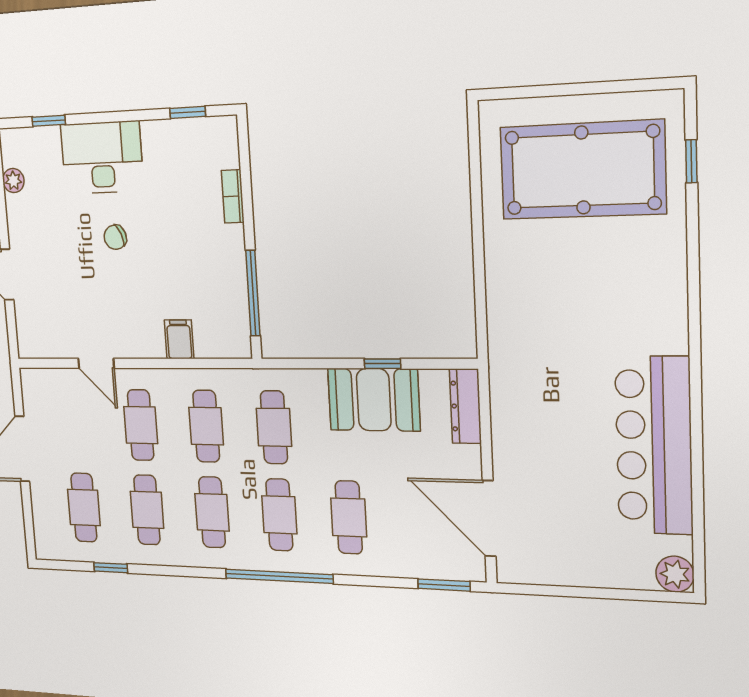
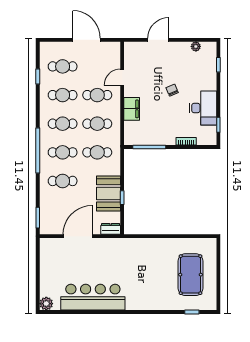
desk: (102, 158) -> (203, 108), moved
pool table: (582, 170) -> (191, 275), width x0.73, depth x0.76
filing cabinet: (179, 339) -> (132, 109), width x2.00
dresser: (465, 406) -> (111, 229), width x0.70
door: (489, 518) -> (78, 236), moved

